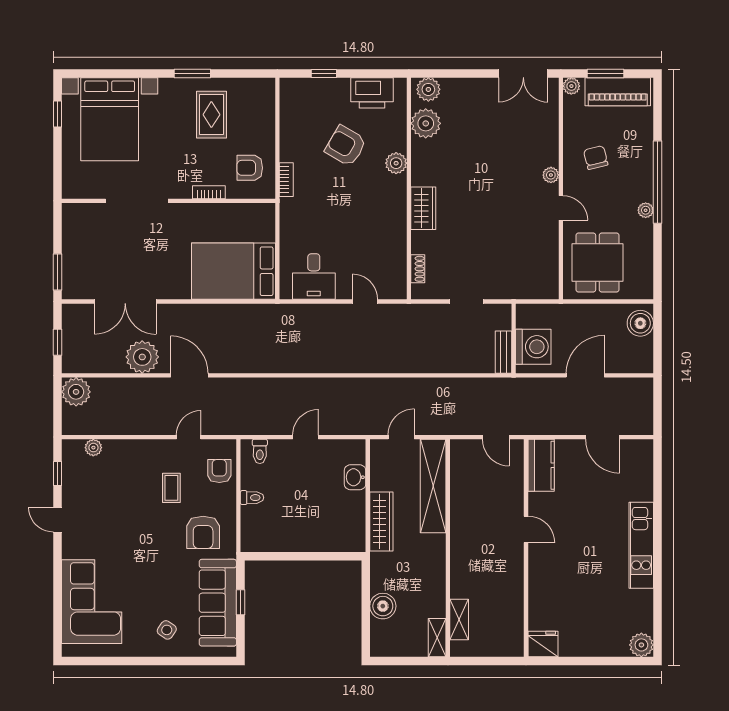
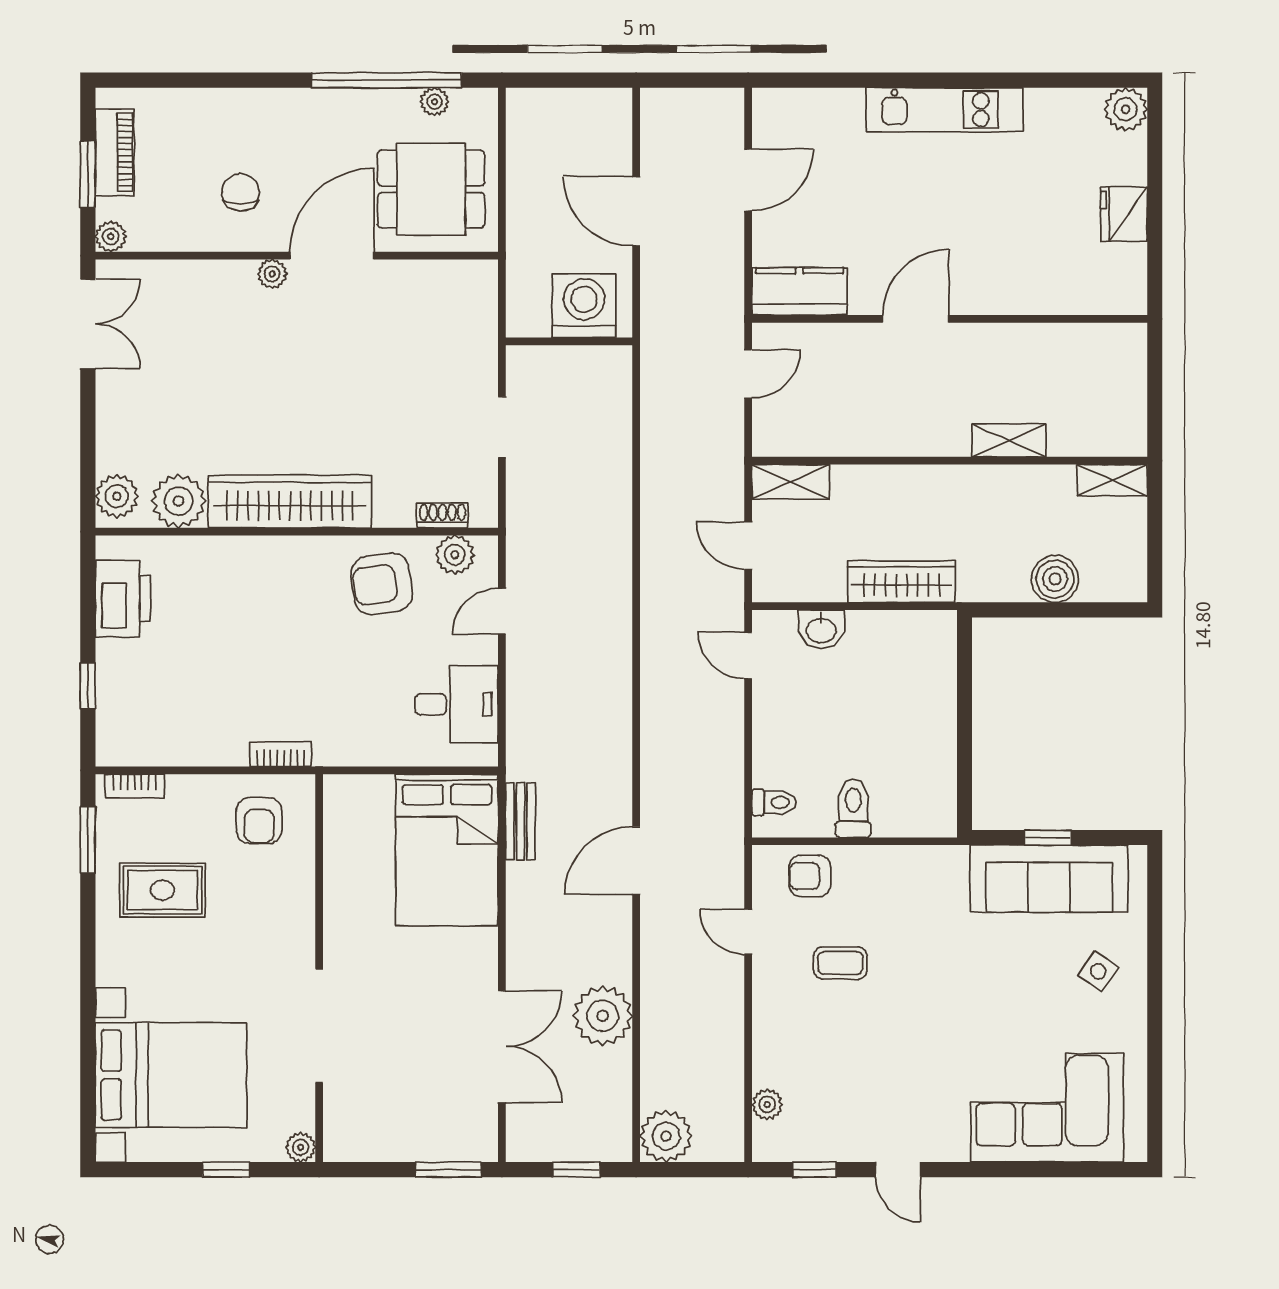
window: (192, 73) -> (88, 840), moved
piano: (618, 92) -> (115, 152), width x0.73, depth x0.75
window: (58, 114) -> (226, 1170), moved
armchair: (346, 146) -> (382, 584), moved, turned 52
chair: (596, 157) -> (240, 192), turned 104
plant: (396, 163) -> (455, 555), moved
window: (657, 182) -> (386, 80), moved
plant: (70, 191) -> (301, 1147), added
bookcase: (209, 192) -> (135, 786), moved, turned -90
wardrobe: (423, 208) -> (290, 501), width x2.10, depth x1.17
door: (561, 208) -> (332, 256), width x1.88
plant: (646, 210) -> (435, 102), moved
boiler: (640, 323) -> (541, 111), removed
bench: (503, 352) -> (520, 821), moved, turned 90
door: (189, 375) -> (636, 861), moved
door: (306, 437) -> (748, 655), moved
shelving: (433, 486) -> (791, 482), width x0.45, depth x0.75
toilet: (252, 498) -> (853, 808), width x1.37, depth x1.39
door: (58, 520) -> (898, 1170), hinge flipped
door: (526, 529) -> (916, 319), width x1.38
armchair: (203, 532) -> (921, 905), removed
shelving: (459, 619) -> (1009, 440), moved
fridge: (543, 644) -> (1124, 214), moved

